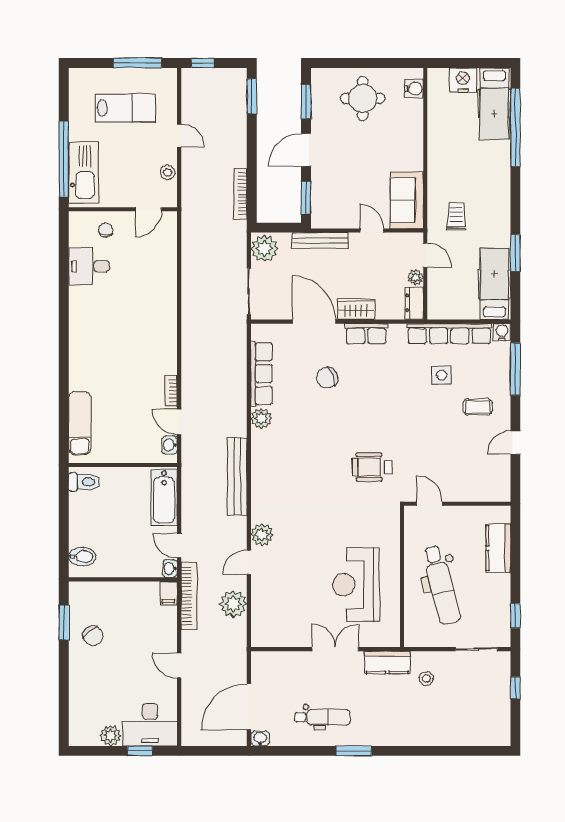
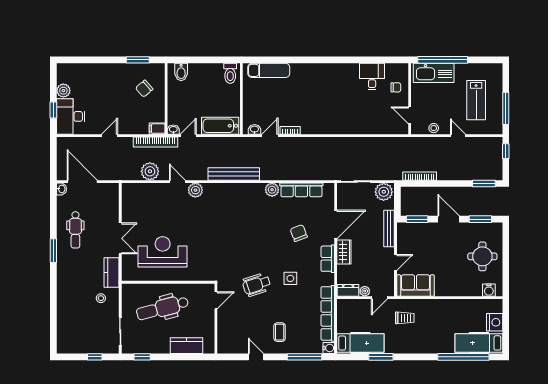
door: (179, 136) -> (458, 136), swing flipped
side table: (442, 375) -> (290, 278), moved
wheelchair: (372, 467) -> (257, 285), moved, turned -108
chair: (93, 636) -> (144, 89), moved

